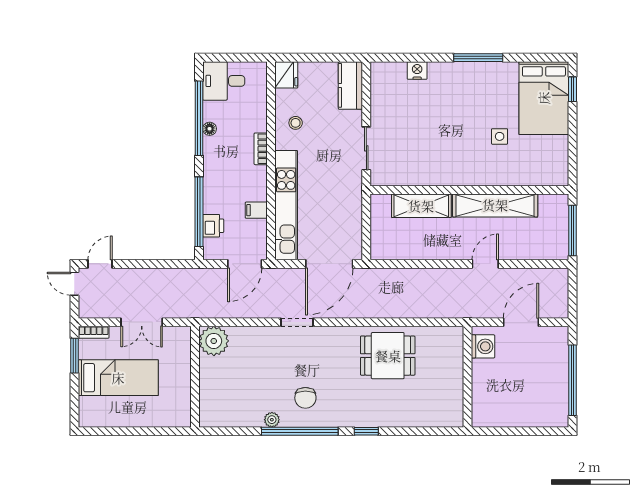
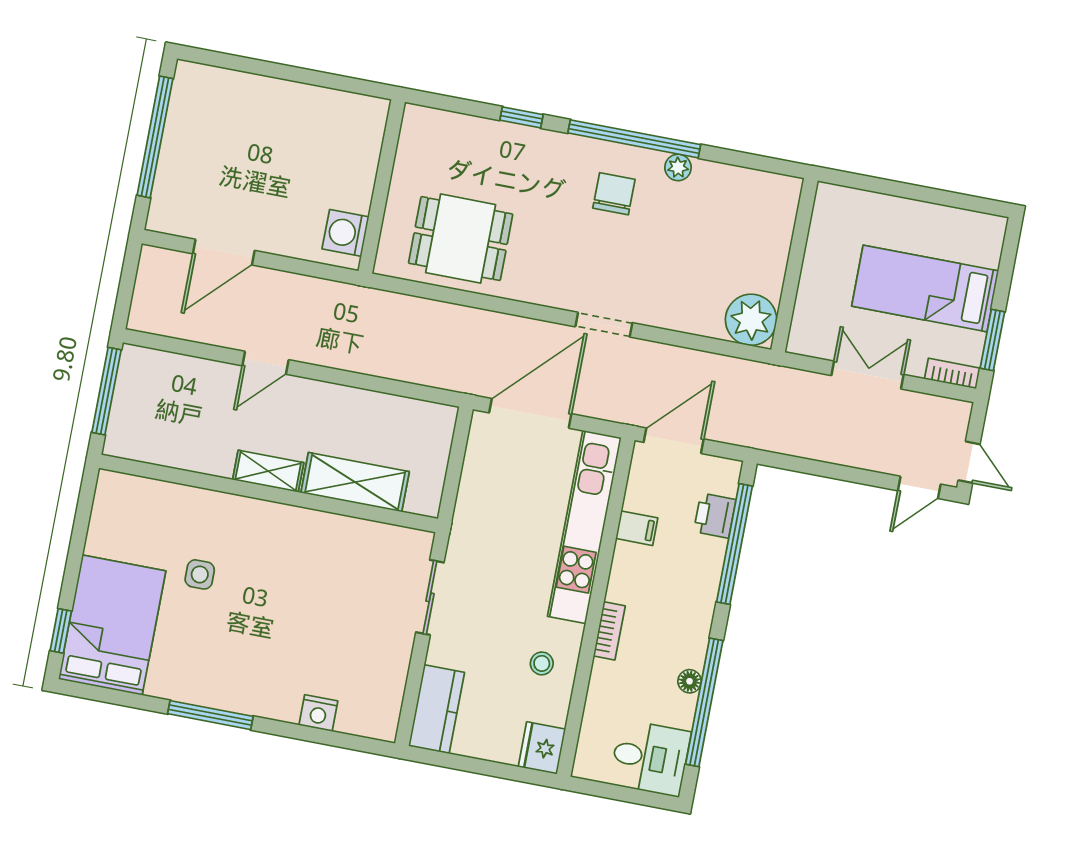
shelving: (495, 205) -> (268, 471), width x0.45, depth x0.75
washing machine: (483, 346) -> (345, 233), moved
wall: (467, 377) -> (382, 186), moved

